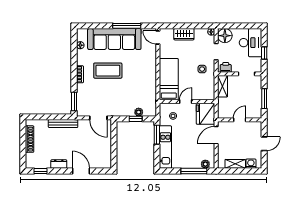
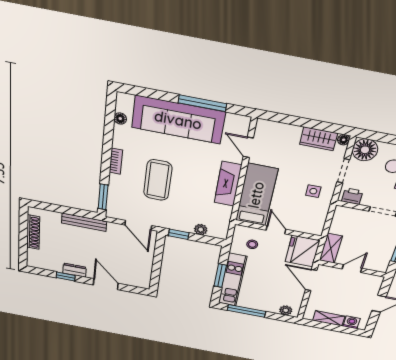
wardrobe: (184, 34) -> (319, 139), moved
door: (158, 38) -> (248, 147), moved
coffee table: (108, 71) -> (158, 180), moved, turned 90
fireplace: (150, 75) -> (228, 184), added
shelving: (223, 86) -> (331, 248), moved
door: (186, 102) -> (276, 230), hinge flipped
window: (136, 119) -> (179, 234), moved
window: (157, 135) -> (220, 276), moved
door: (216, 135) -> (311, 280), hinge flipped
window: (40, 171) -> (66, 276), moved
window: (194, 171) -> (246, 311), moved

